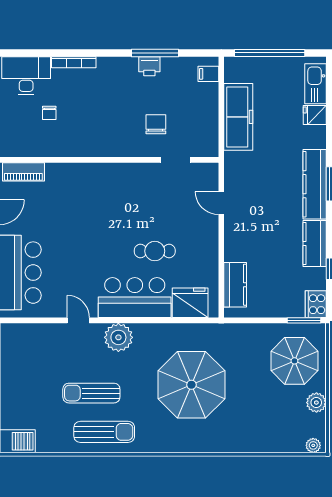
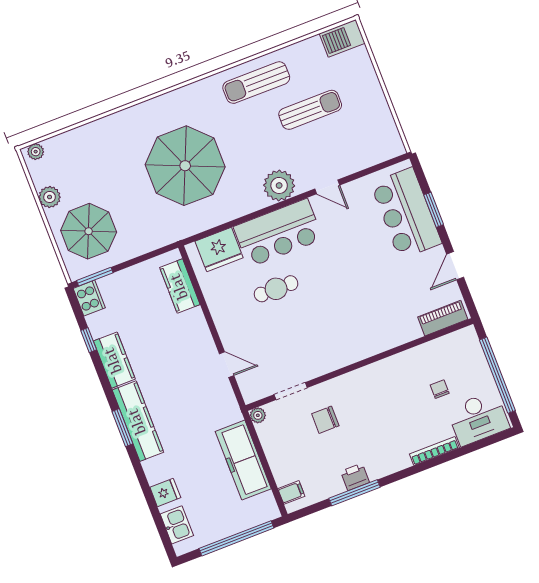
kitchen sink: (316, 84) -> (177, 525), width x0.73
chair: (156, 124) -> (325, 420), turned 90
plant: (211, 150) -> (258, 415), added
sun lounger: (91, 393) -> (310, 110), moved

